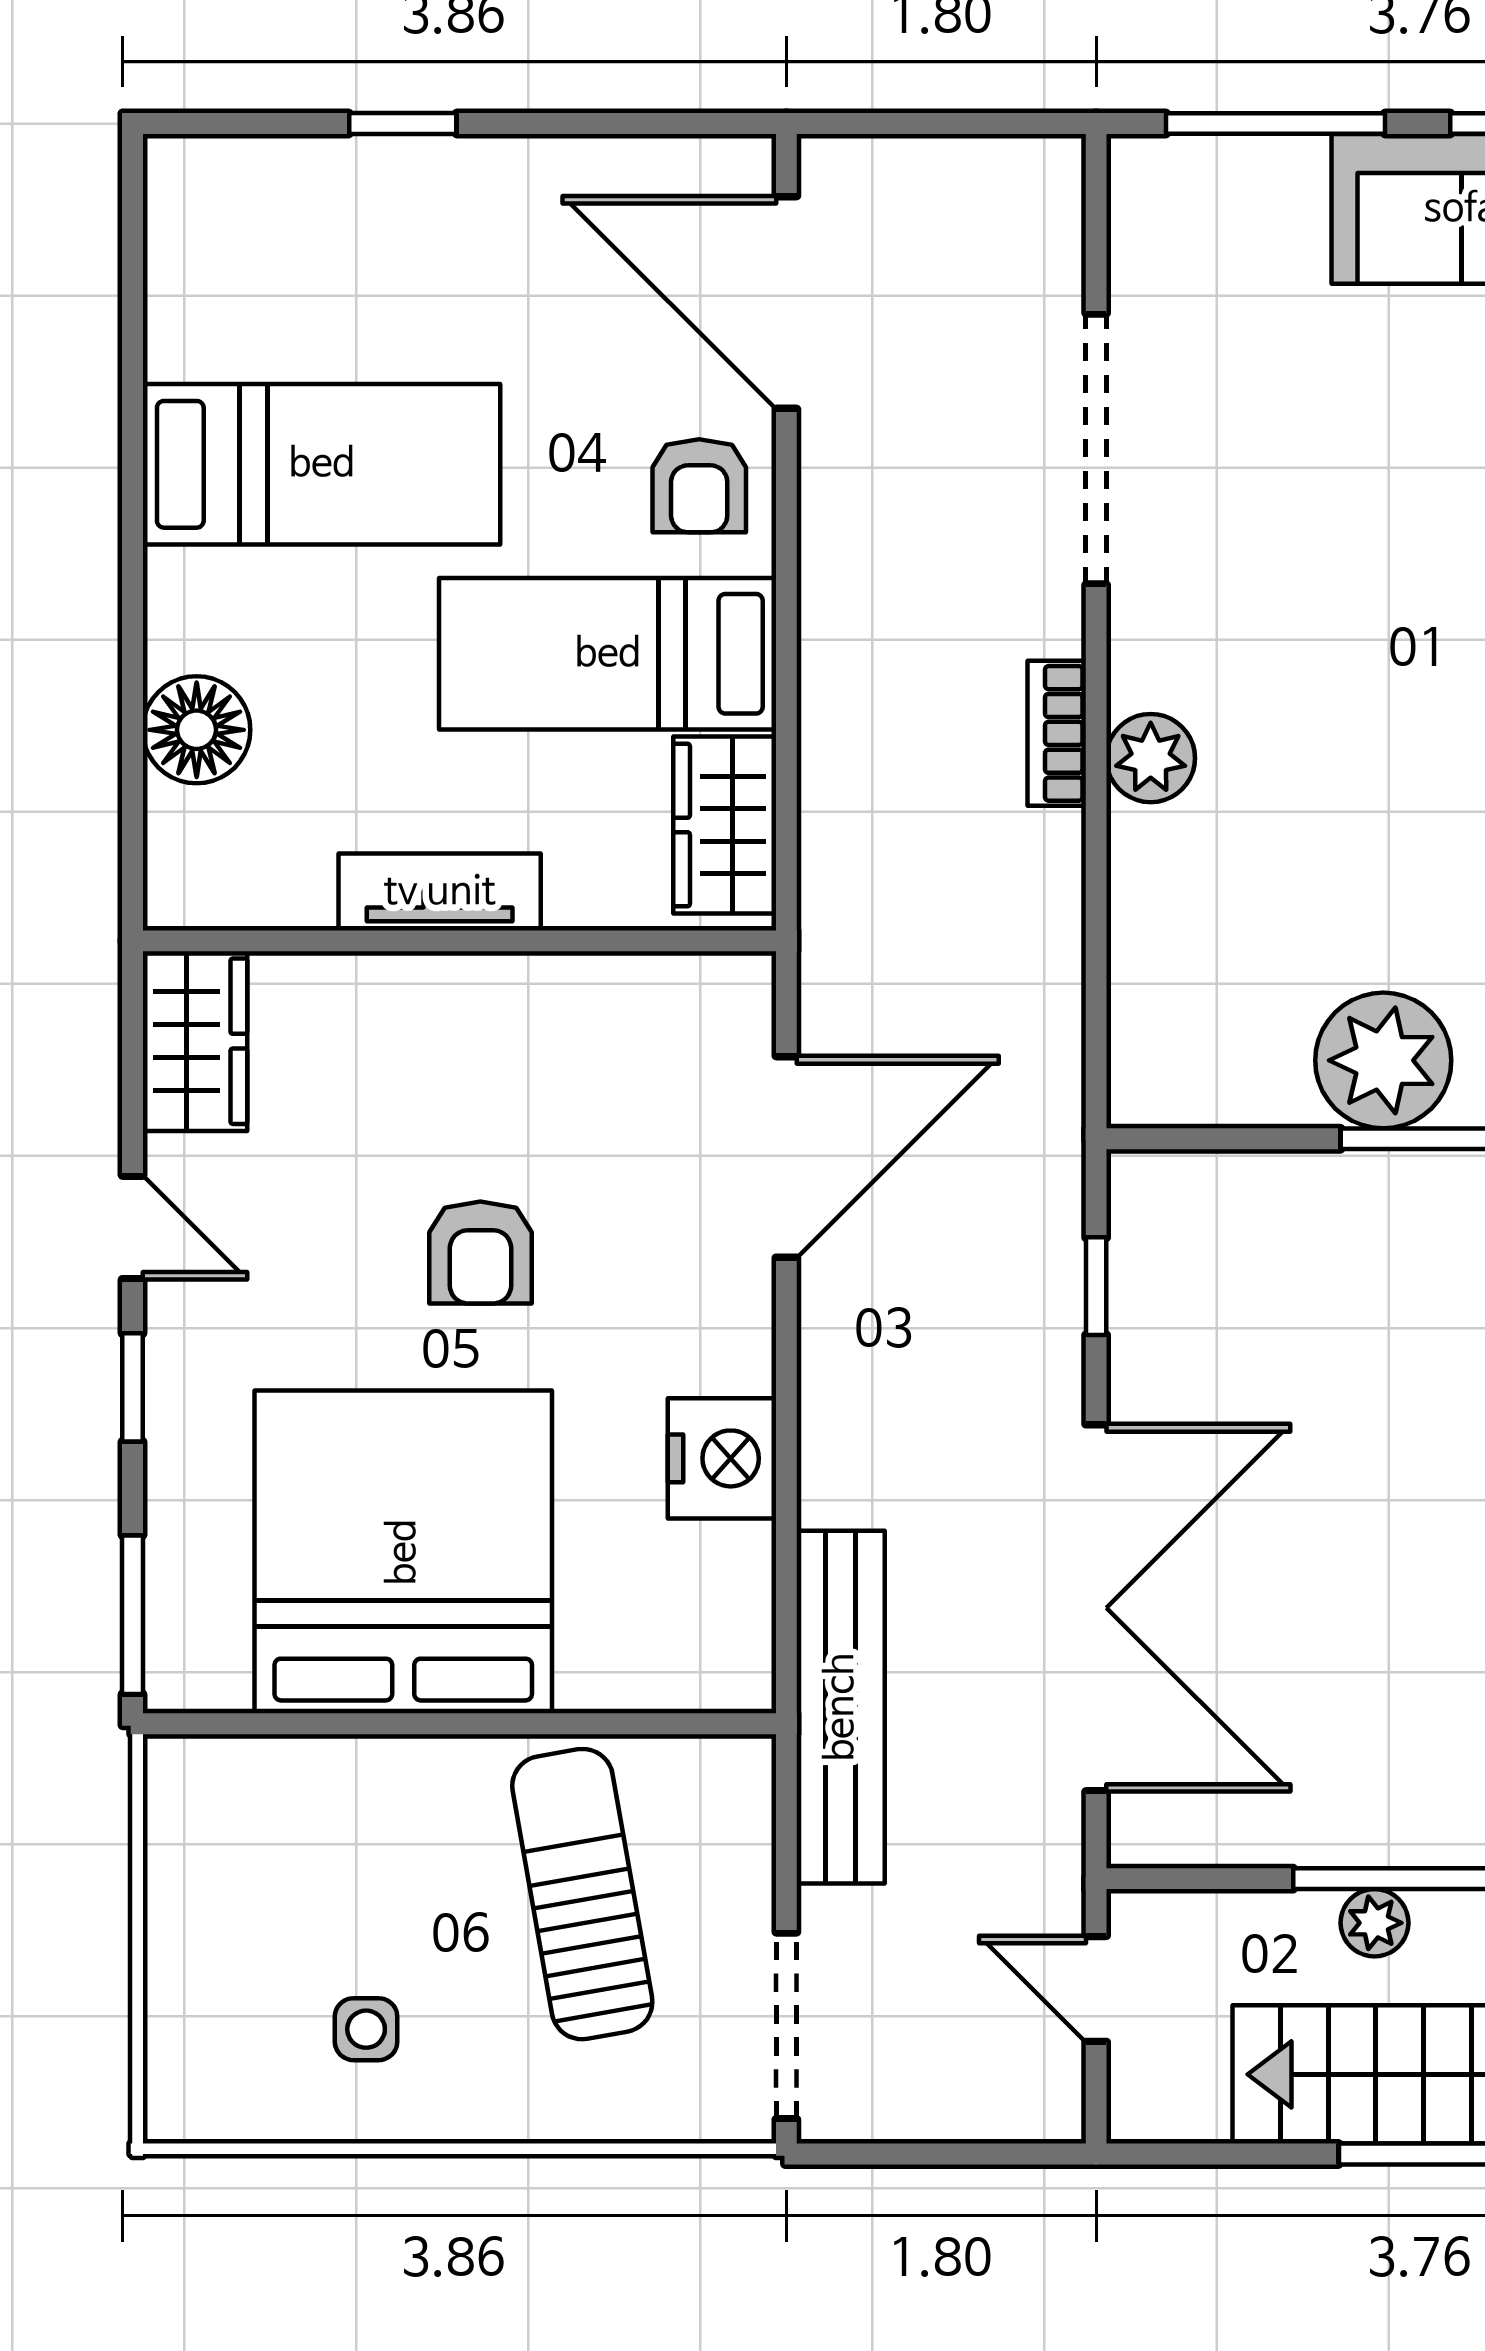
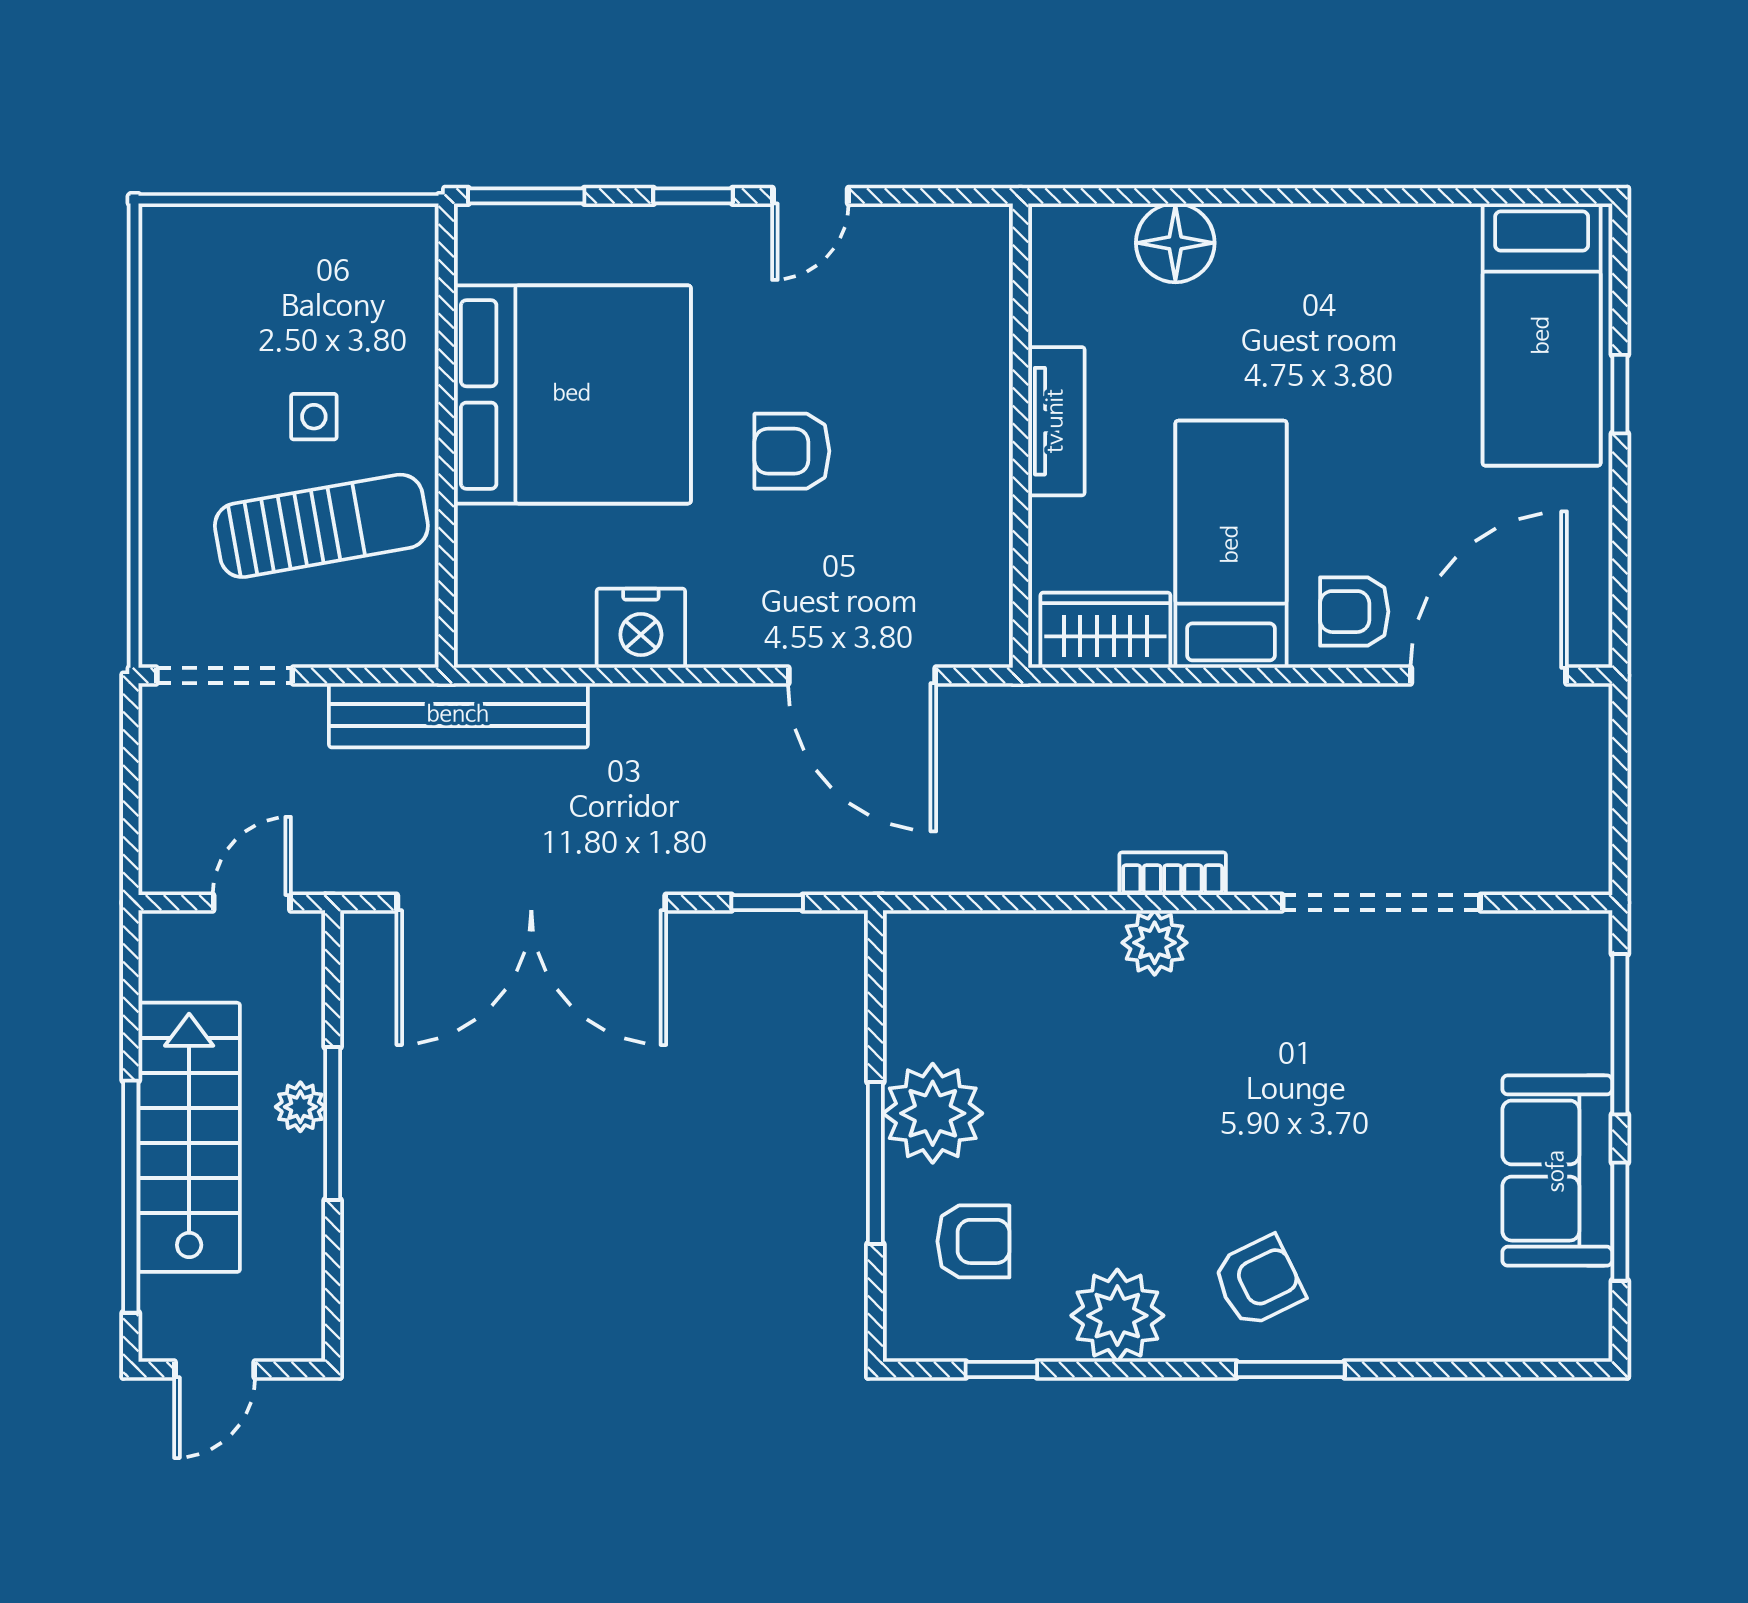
bed: (322, 464) -> (1542, 335), moved
wardrobe: (195, 1041) -> (947, 242), removed
side table: (366, 2029) -> (314, 417), moved

